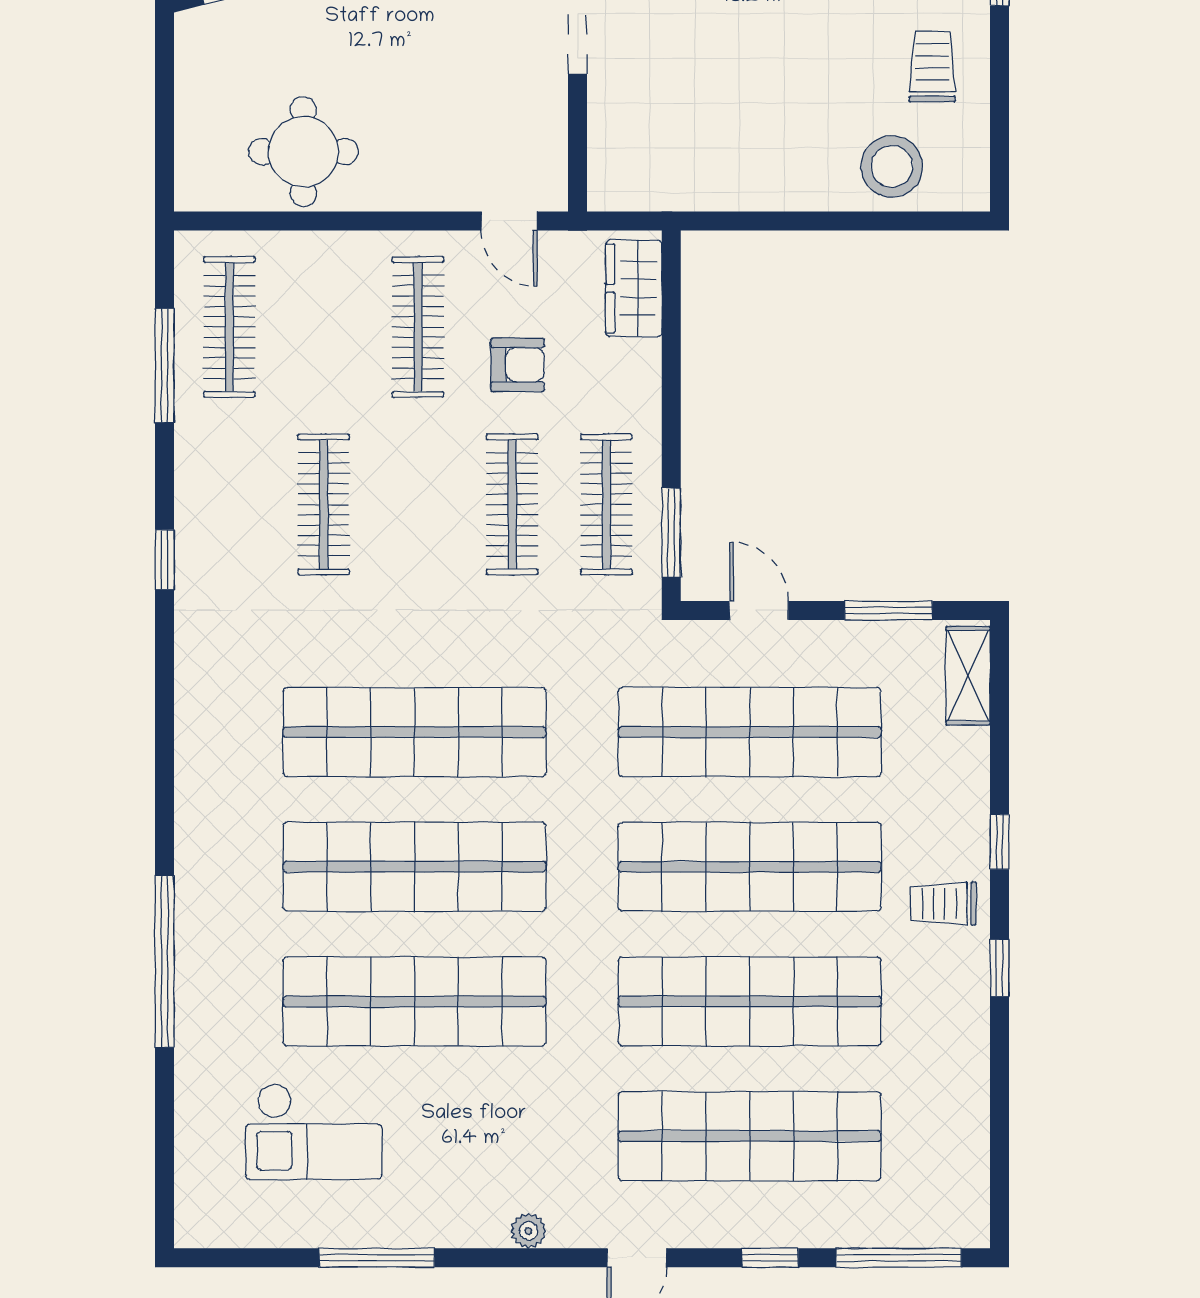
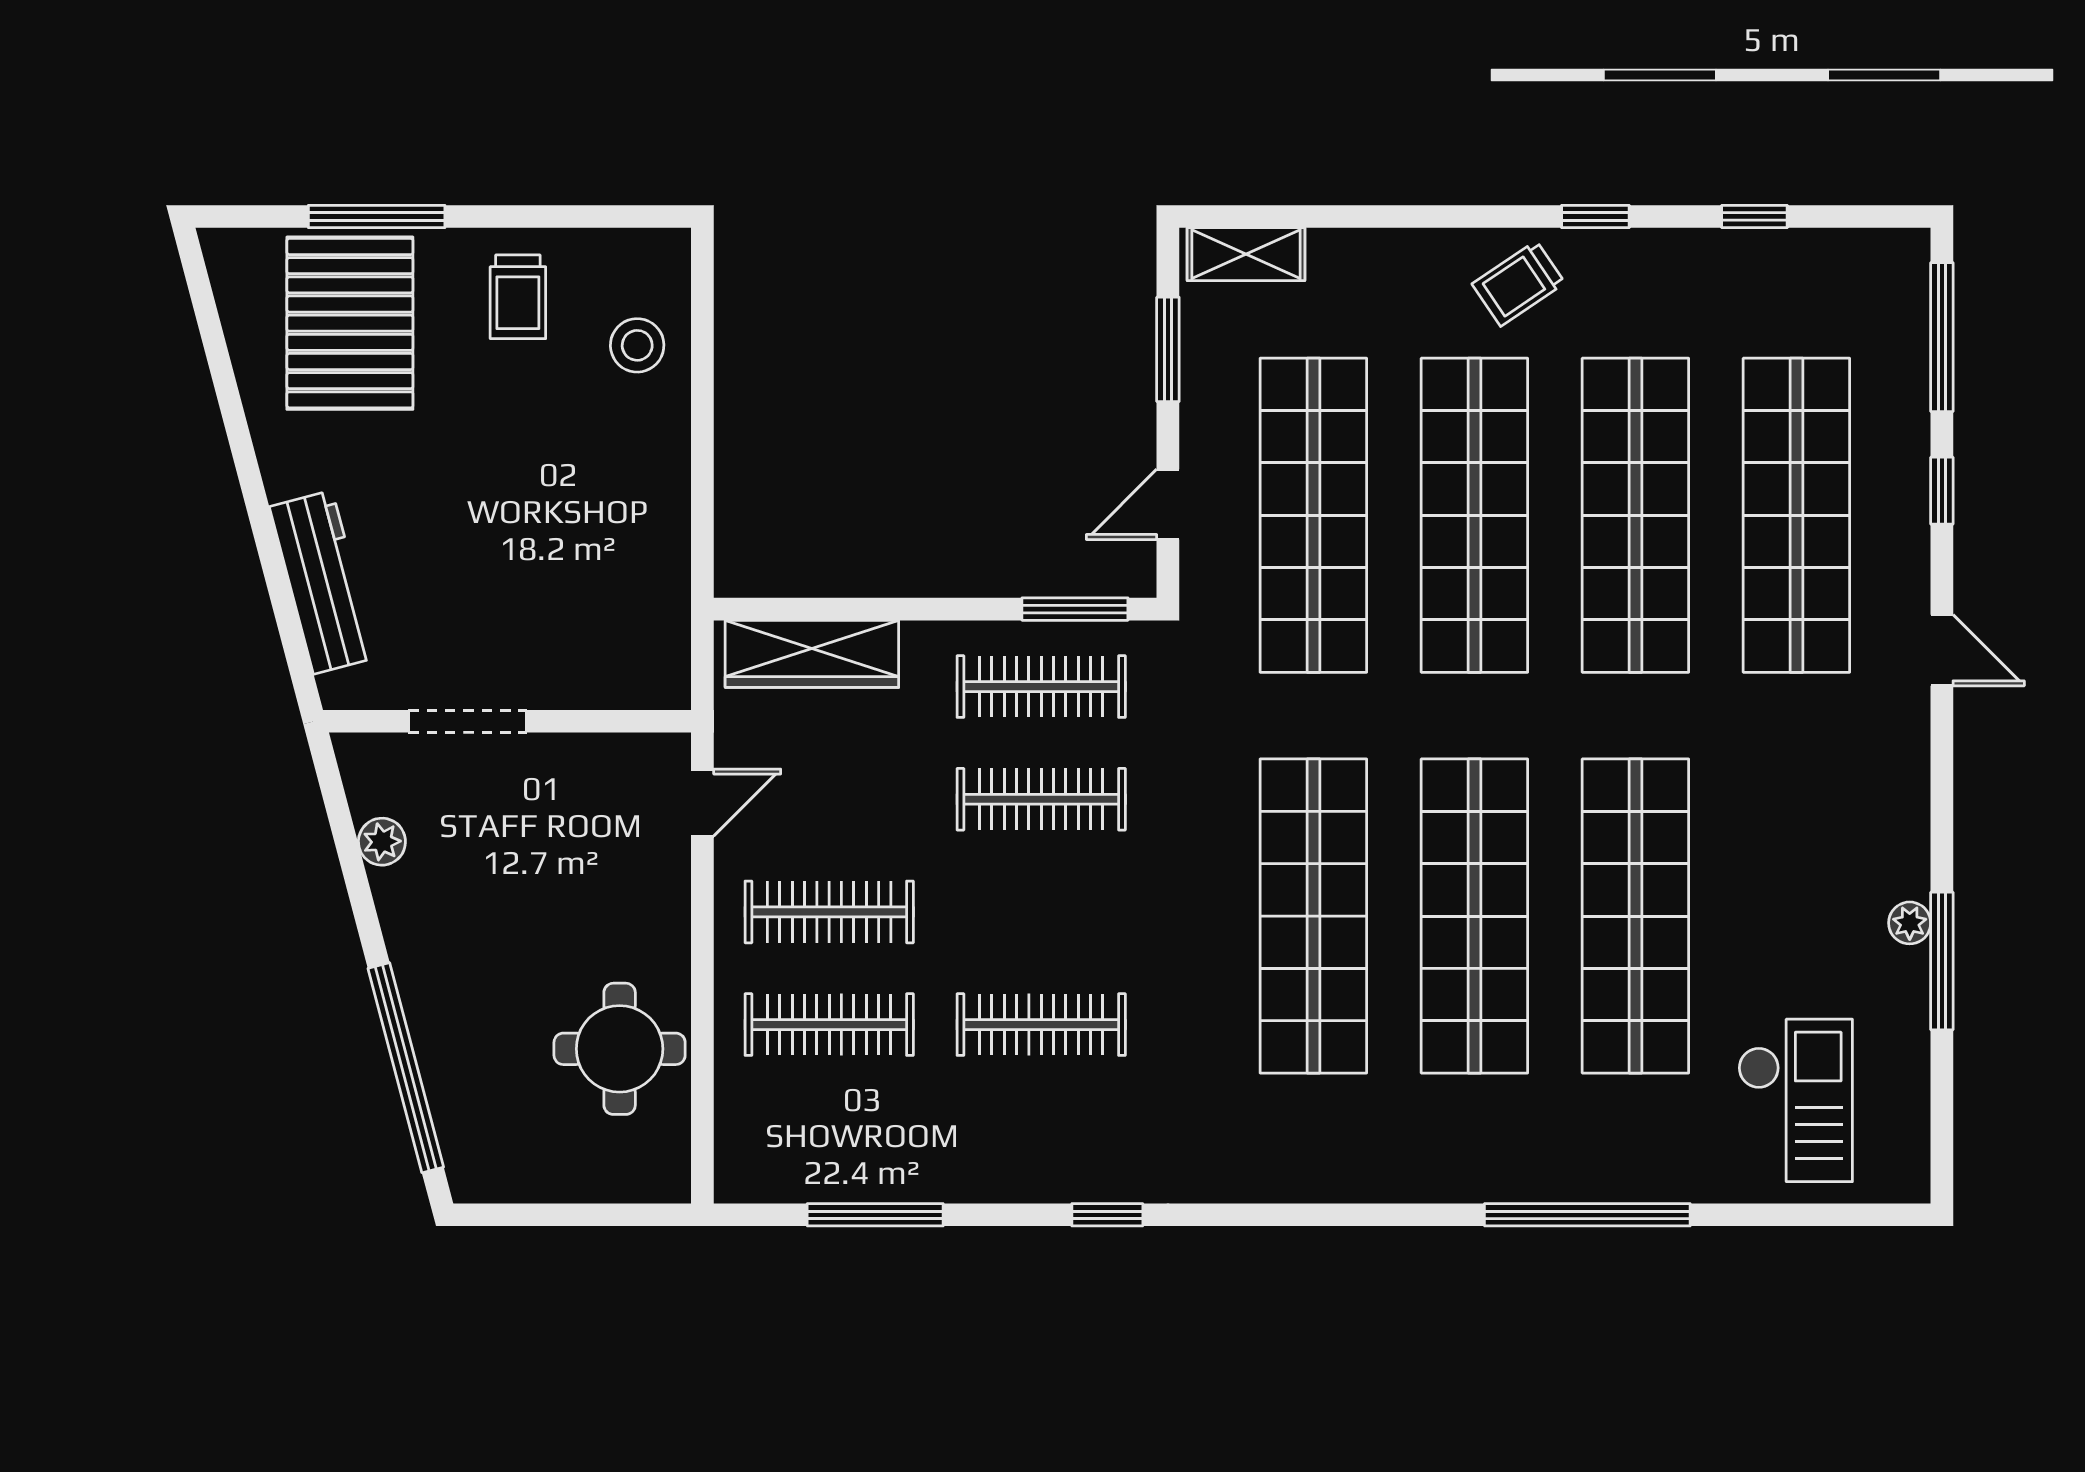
trolley: (932, 67) -> (518, 297), turned -90
stool: (892, 166) -> (637, 345), width x0.73, depth x0.73
wardrobe: (634, 288) -> (812, 654), width x1.50
clothes rail: (229, 327) -> (829, 1025), moved
armchair: (518, 365) -> (874, 793), removed
window: (1000, 842) -> (1754, 216), moved
trolley: (944, 904) -> (1518, 283), turned 56
checkout: (314, 1132) -> (1795, 1100), moved
plant: (528, 1231) -> (1910, 923), moved

